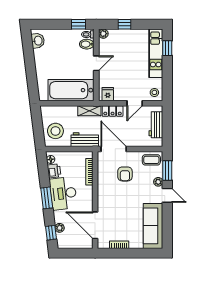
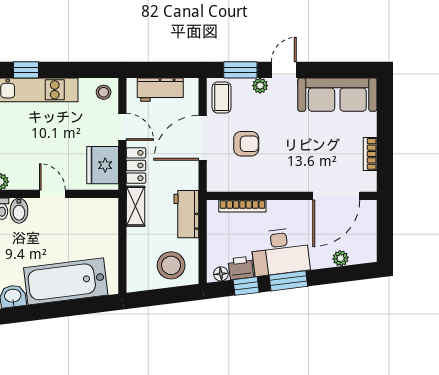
bathtub: (71, 90) -> (66, 281), moved, turned 83
fridge: (108, 94) -> (103, 165), width x1.88, depth x1.34
door: (114, 149) -> (203, 138), moved
window: (51, 233) -> (246, 286), moved

